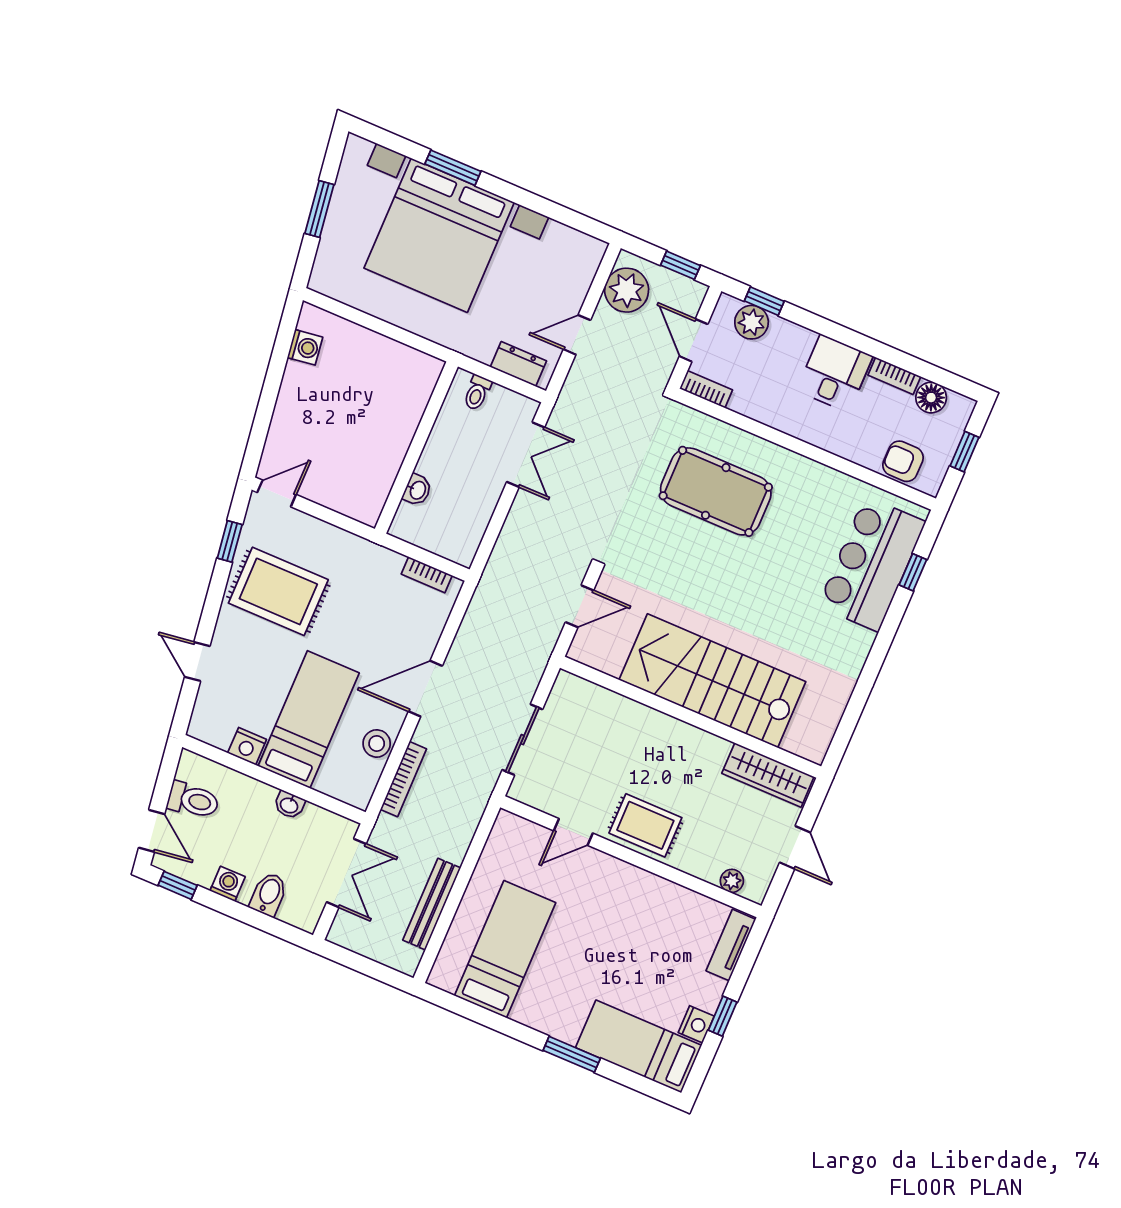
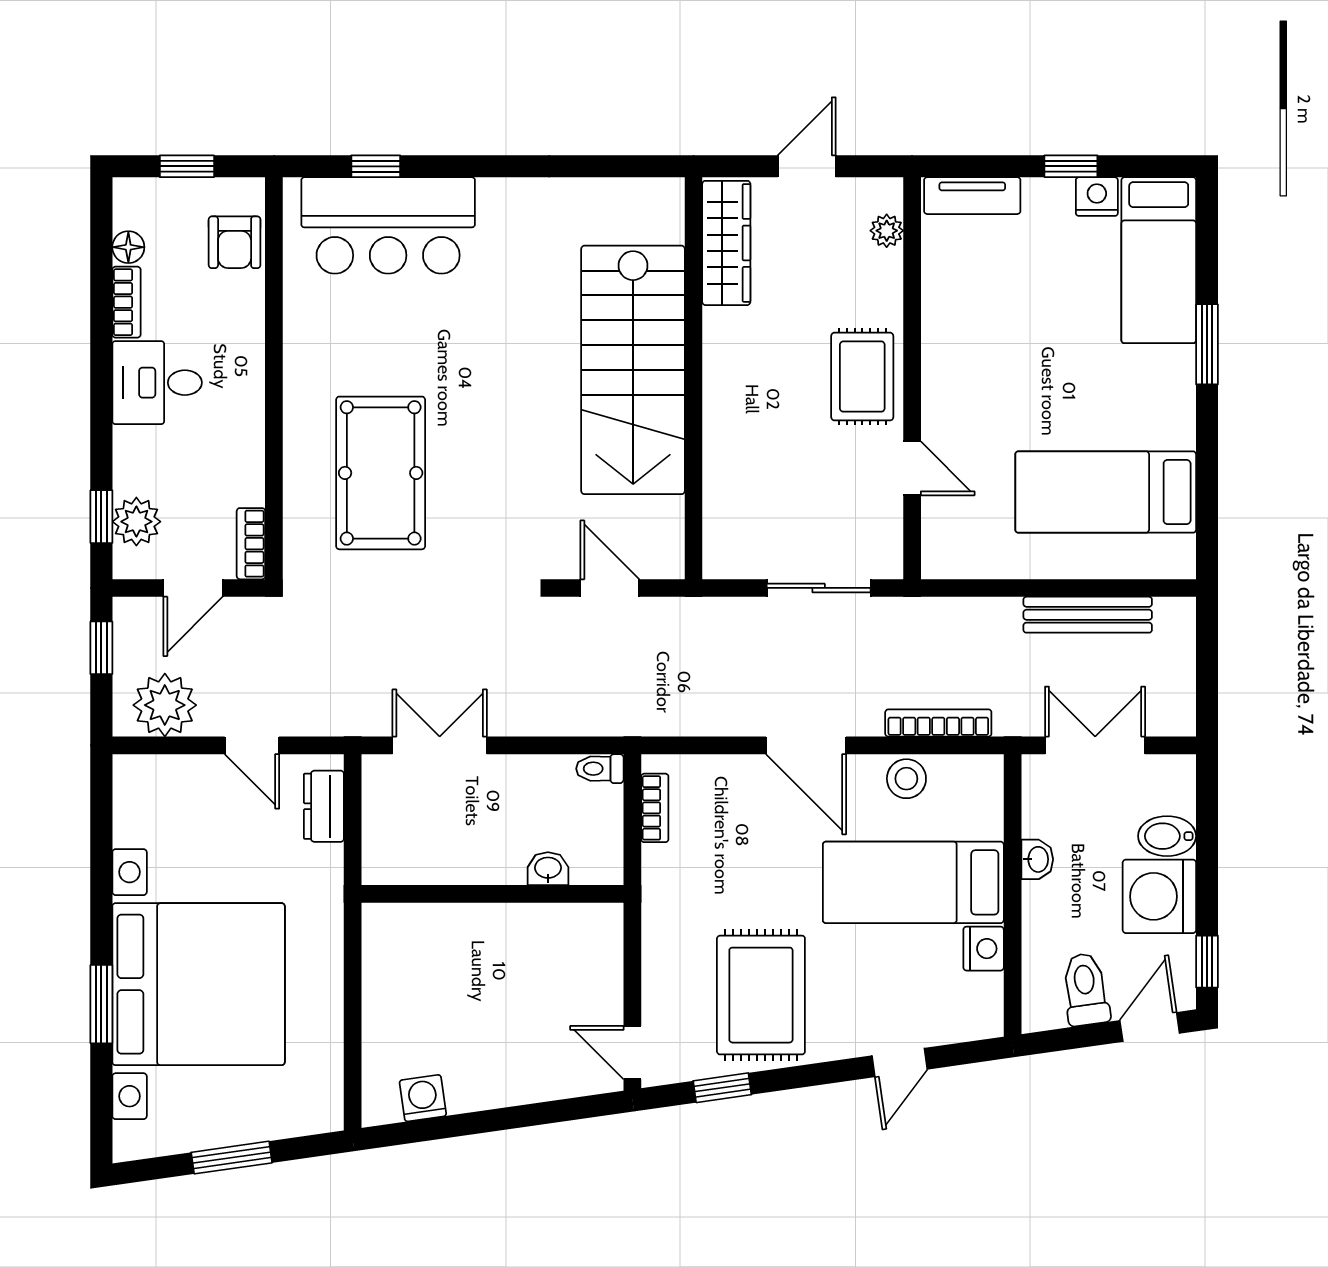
toilet: (477, 393) -> (600, 769), moved, turned 180
floor lamp: (931, 398) -> (128, 247), width x0.73, depth x0.73
washing machine: (228, 884) -> (1159, 896), width x1.89, depth x1.89

